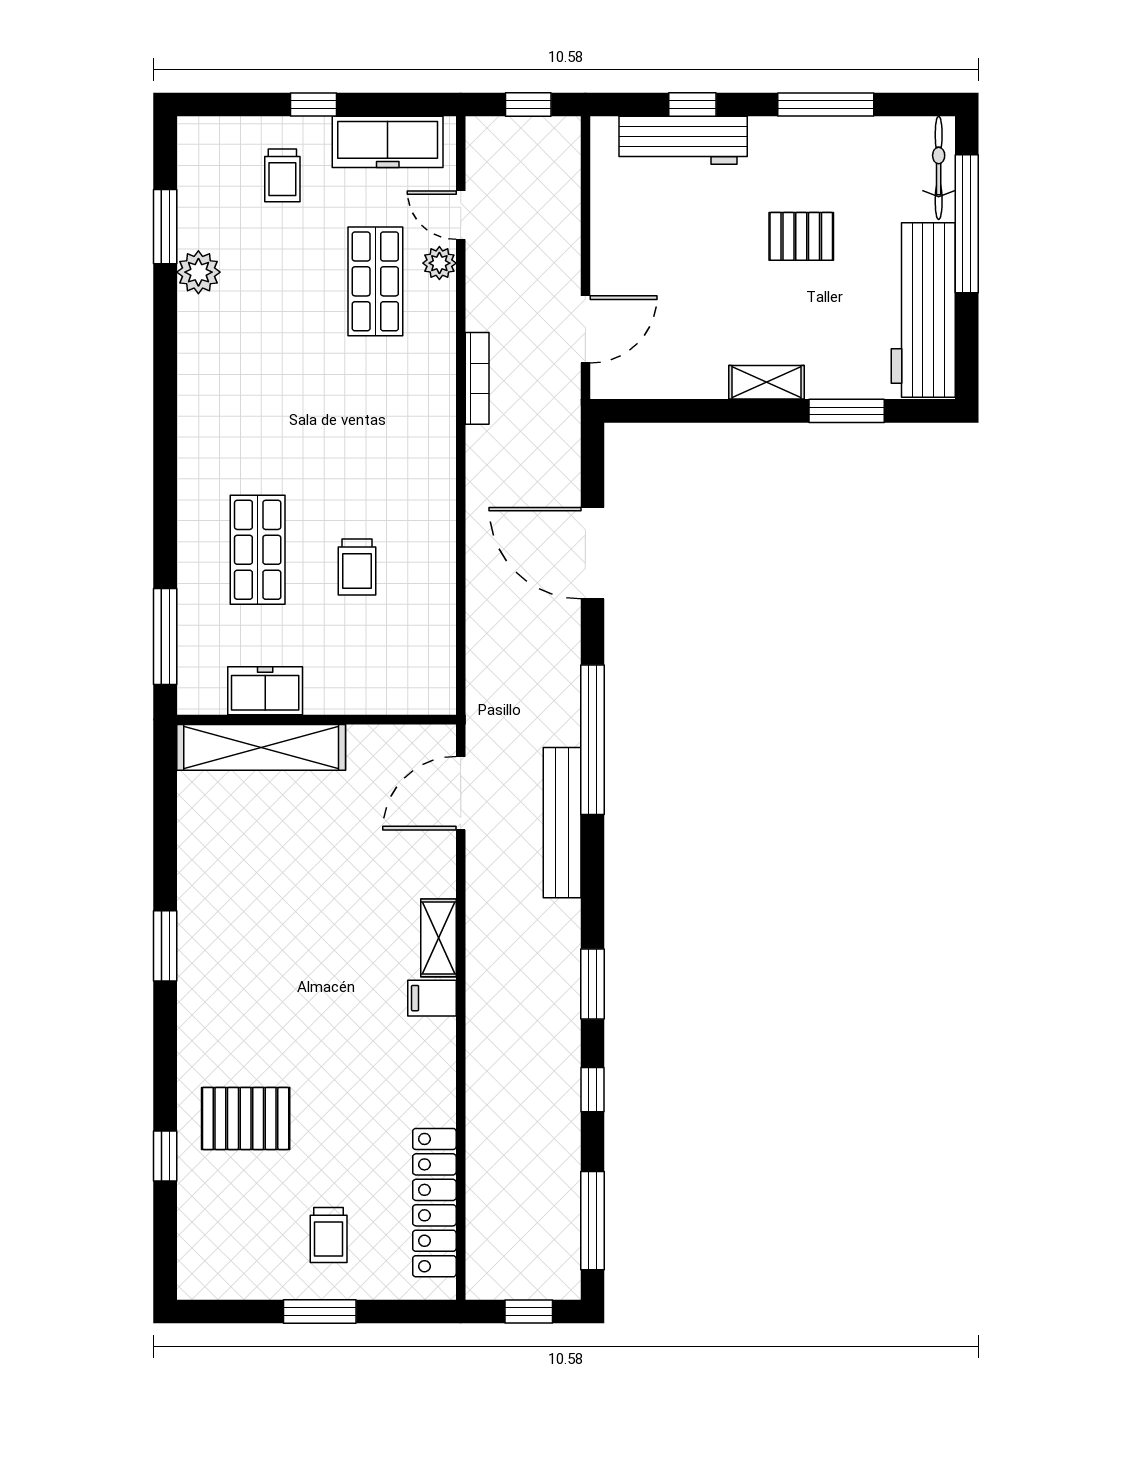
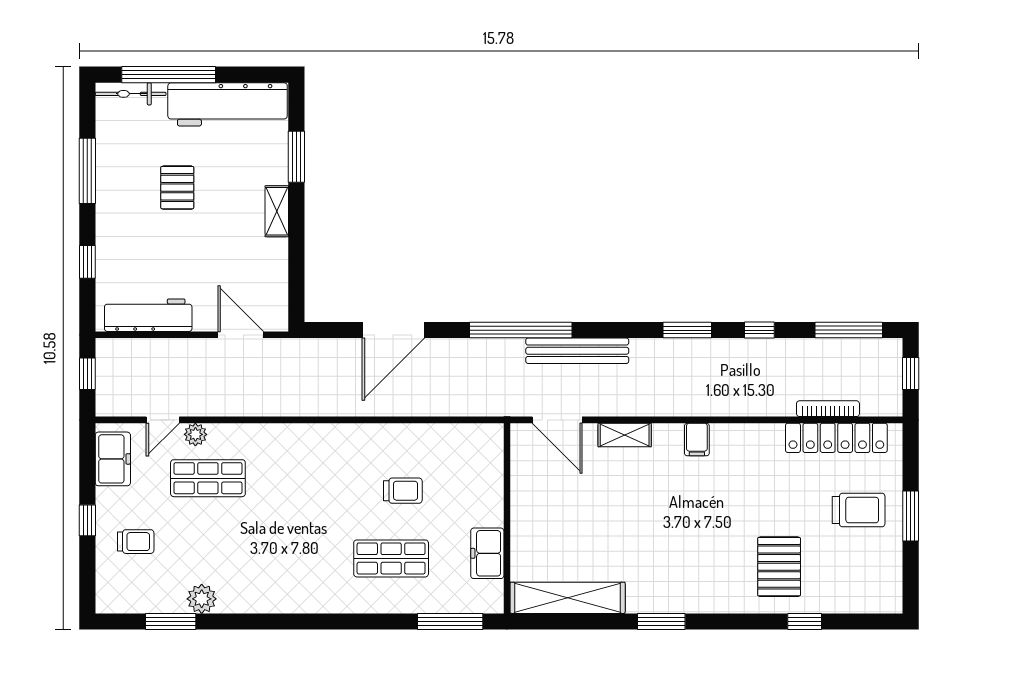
workbench: (683, 140) -> (148, 315), moved, turned -90
freezer: (388, 142) -> (113, 459), width x0.71
bookcase: (477, 378) -> (828, 409), moved
shelving: (261, 747) -> (568, 598), moved, turned 90
shelving: (439, 938) -> (625, 435), moved
trolley: (329, 1235) -> (859, 510), width x1.36, depth x1.39

